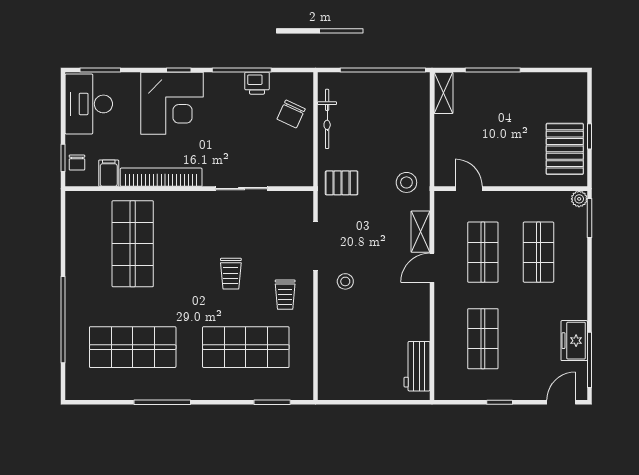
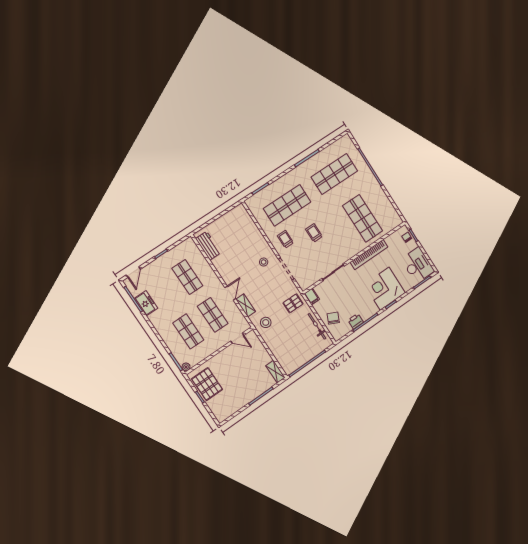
filing cabinet: (109, 173) -> (312, 296), moved

